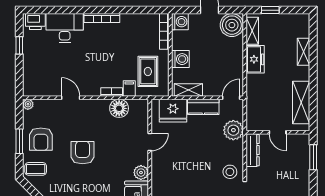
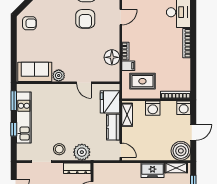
plant: (233, 130) -> (82, 152), moved
armchair: (83, 153) -> (85, 19), moved, turned 90

